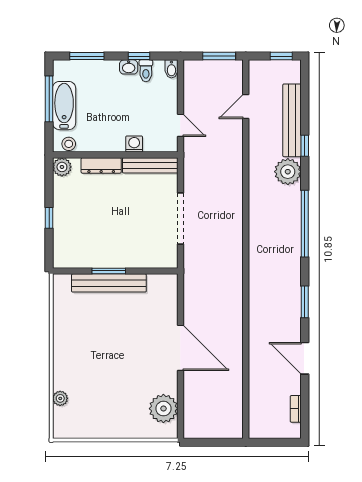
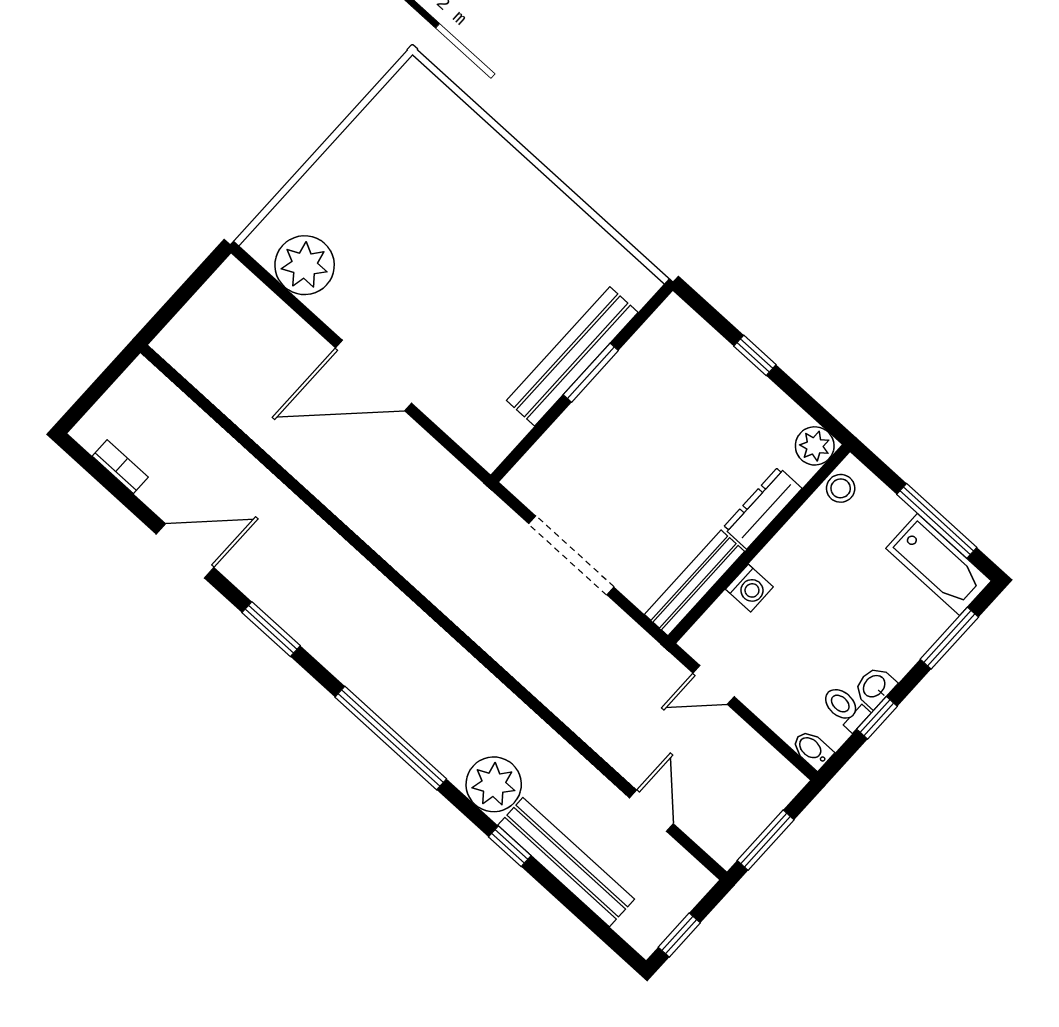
bathtub: (64, 106) -> (939, 565), moved
plant: (60, 398) -> (464, 122), removed

